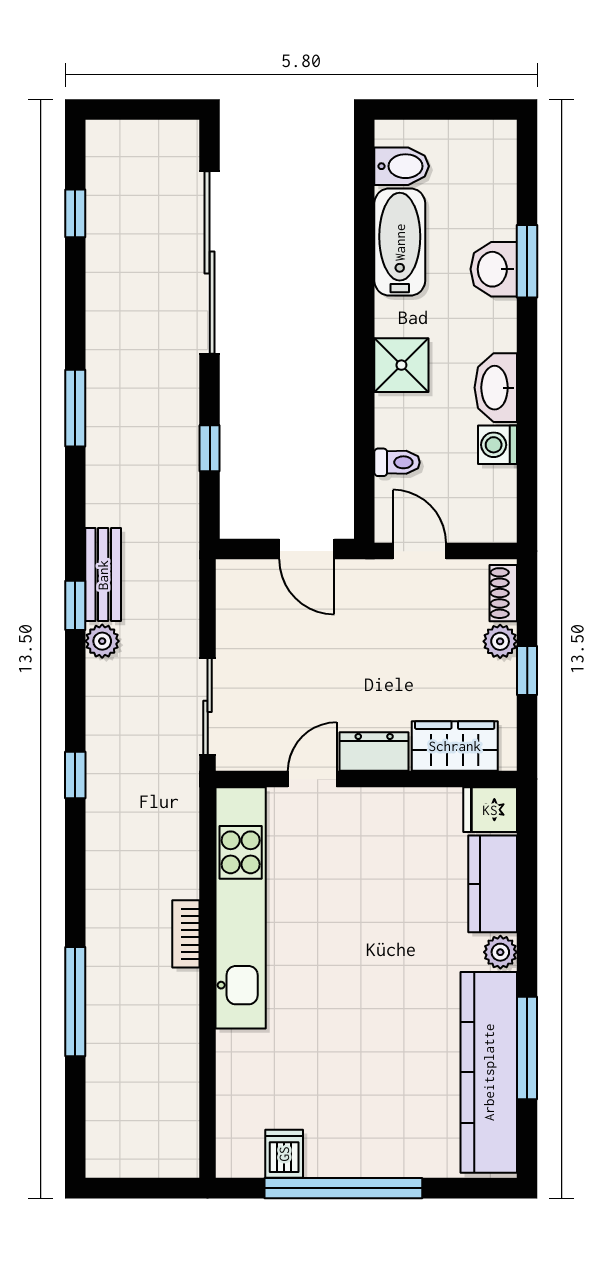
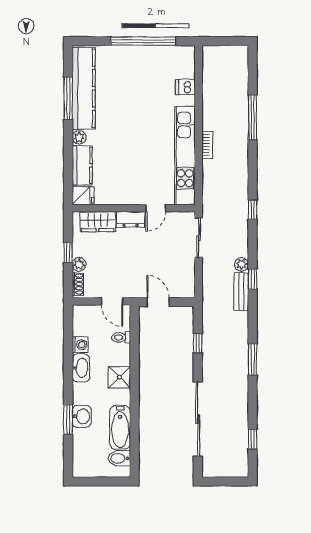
dishwasher: (284, 1154) -> (185, 87), moved, turned 90

